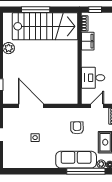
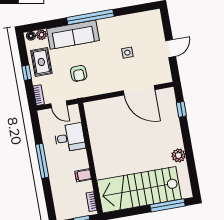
window: (36, 10) -> (168, 205), moved
filing cabinet: (88, 41) -> (83, 175), width x0.50
door: (97, 106) -> (59, 104), hinge flipped
window: (86, 171) -> (90, 17), moved

